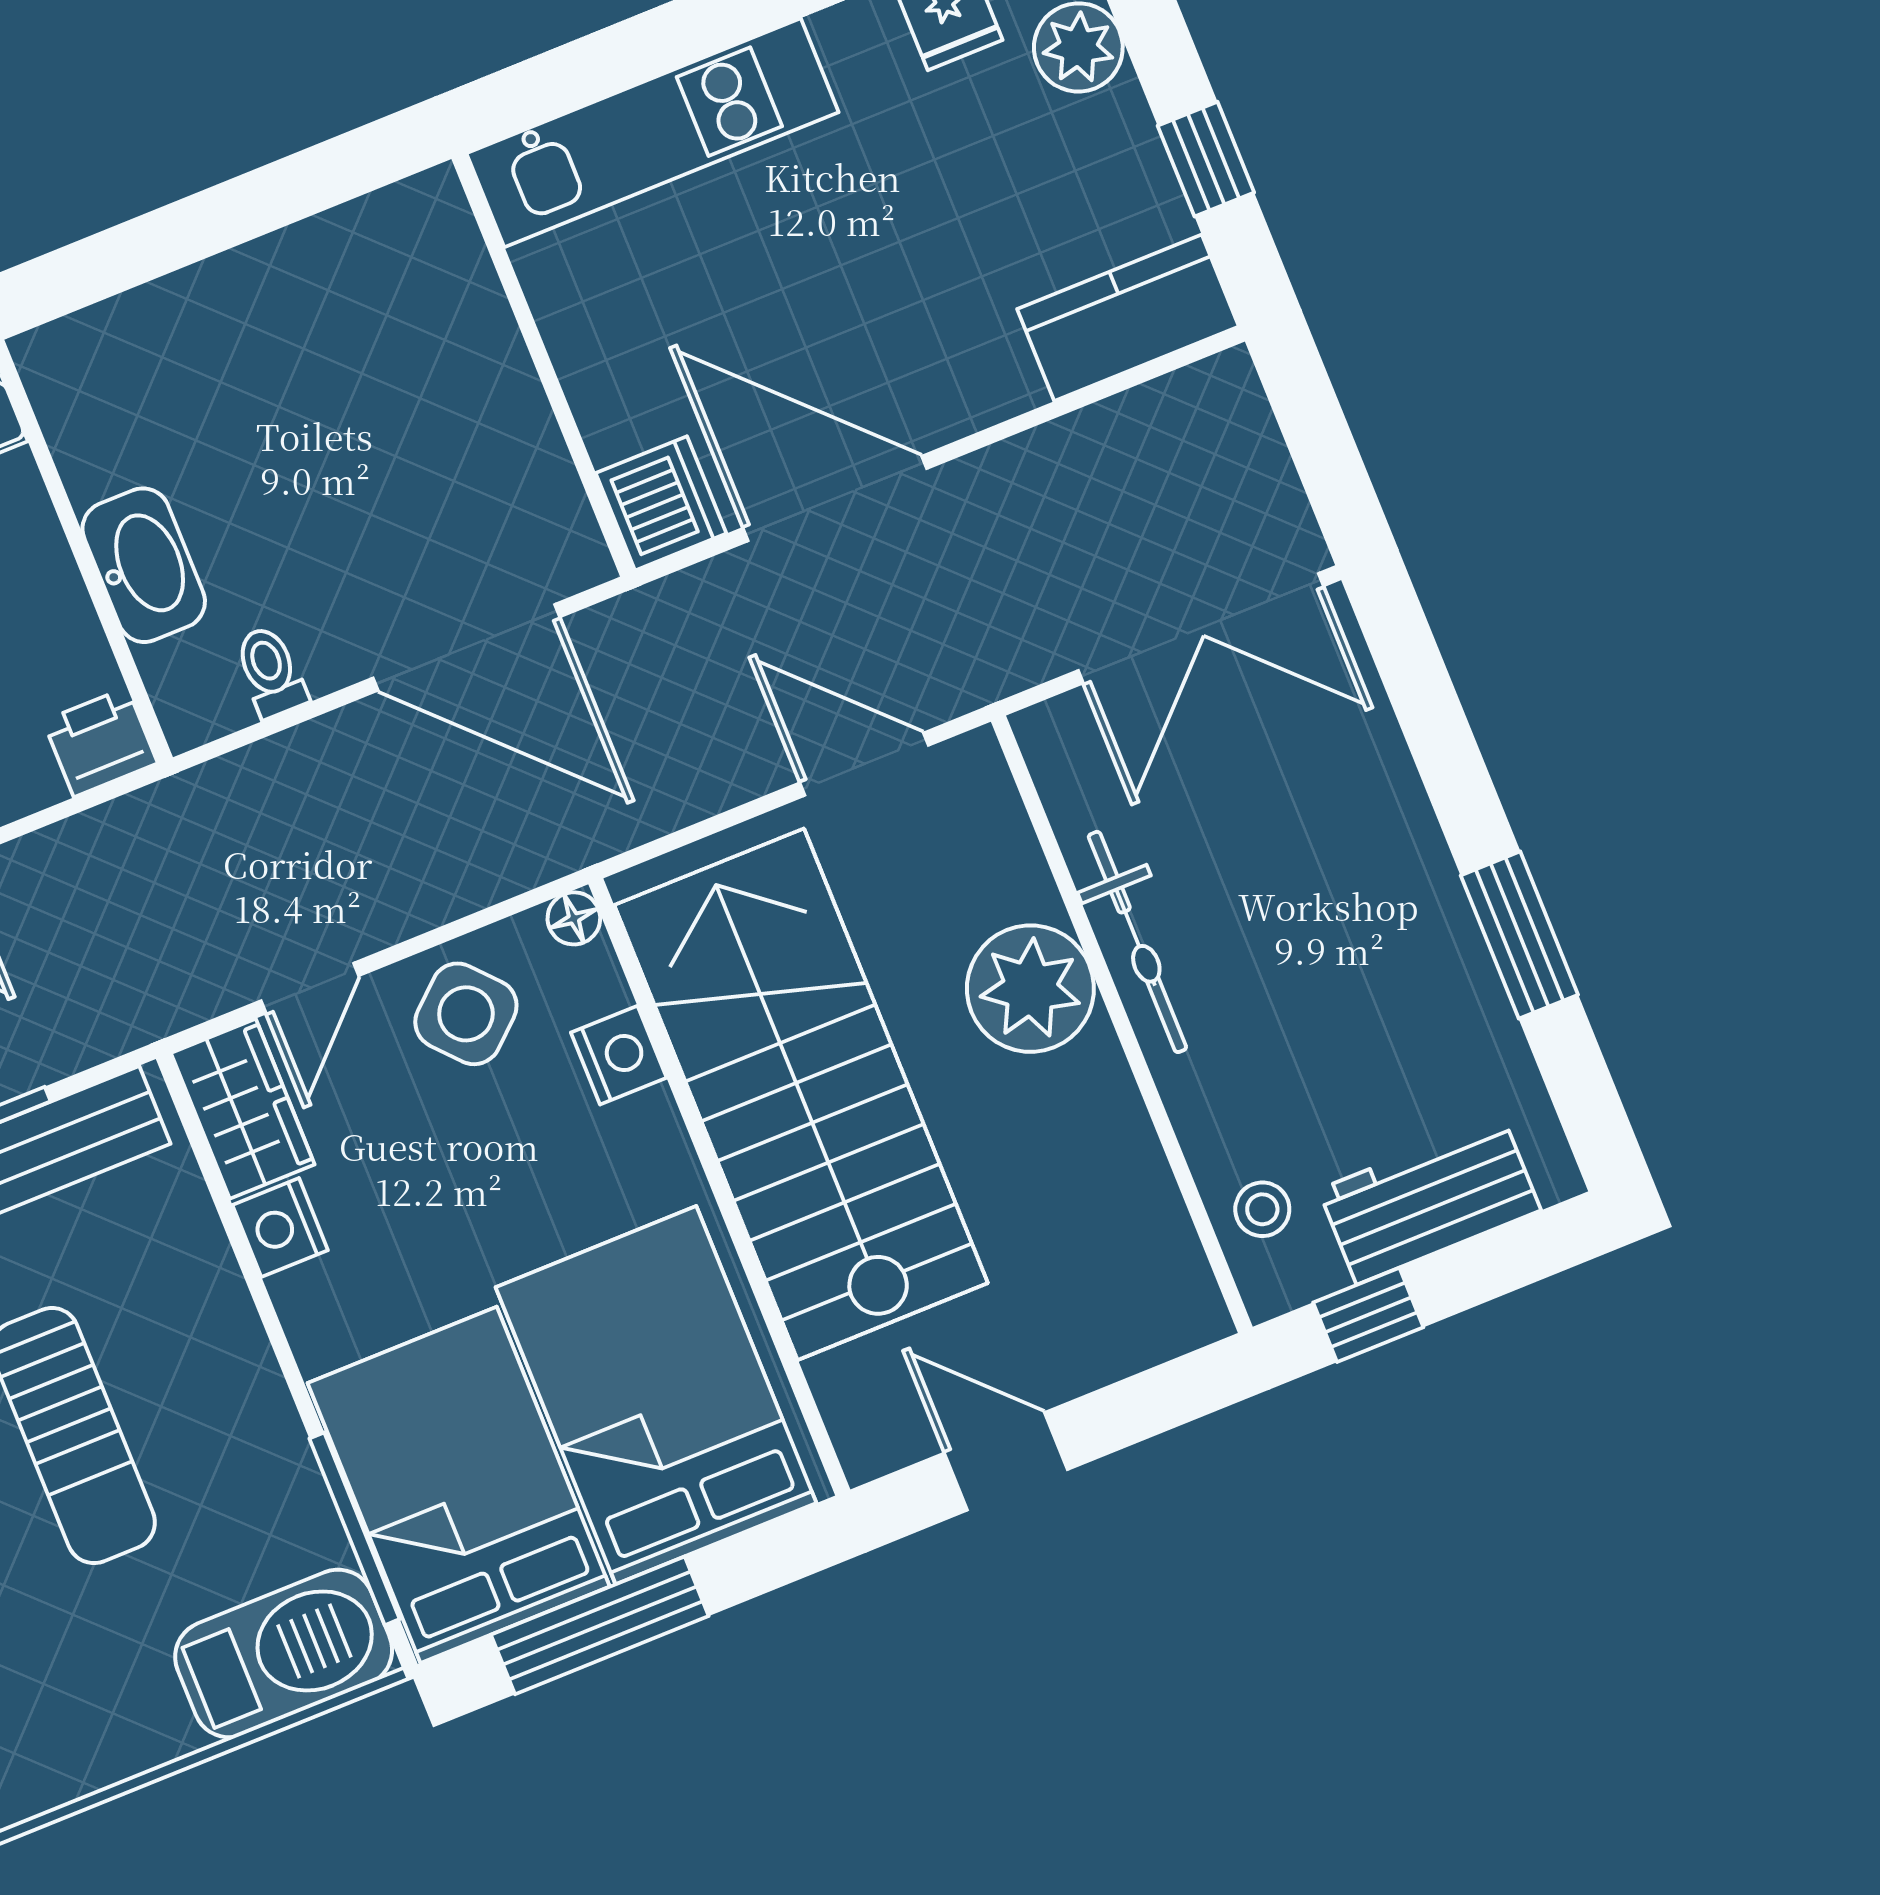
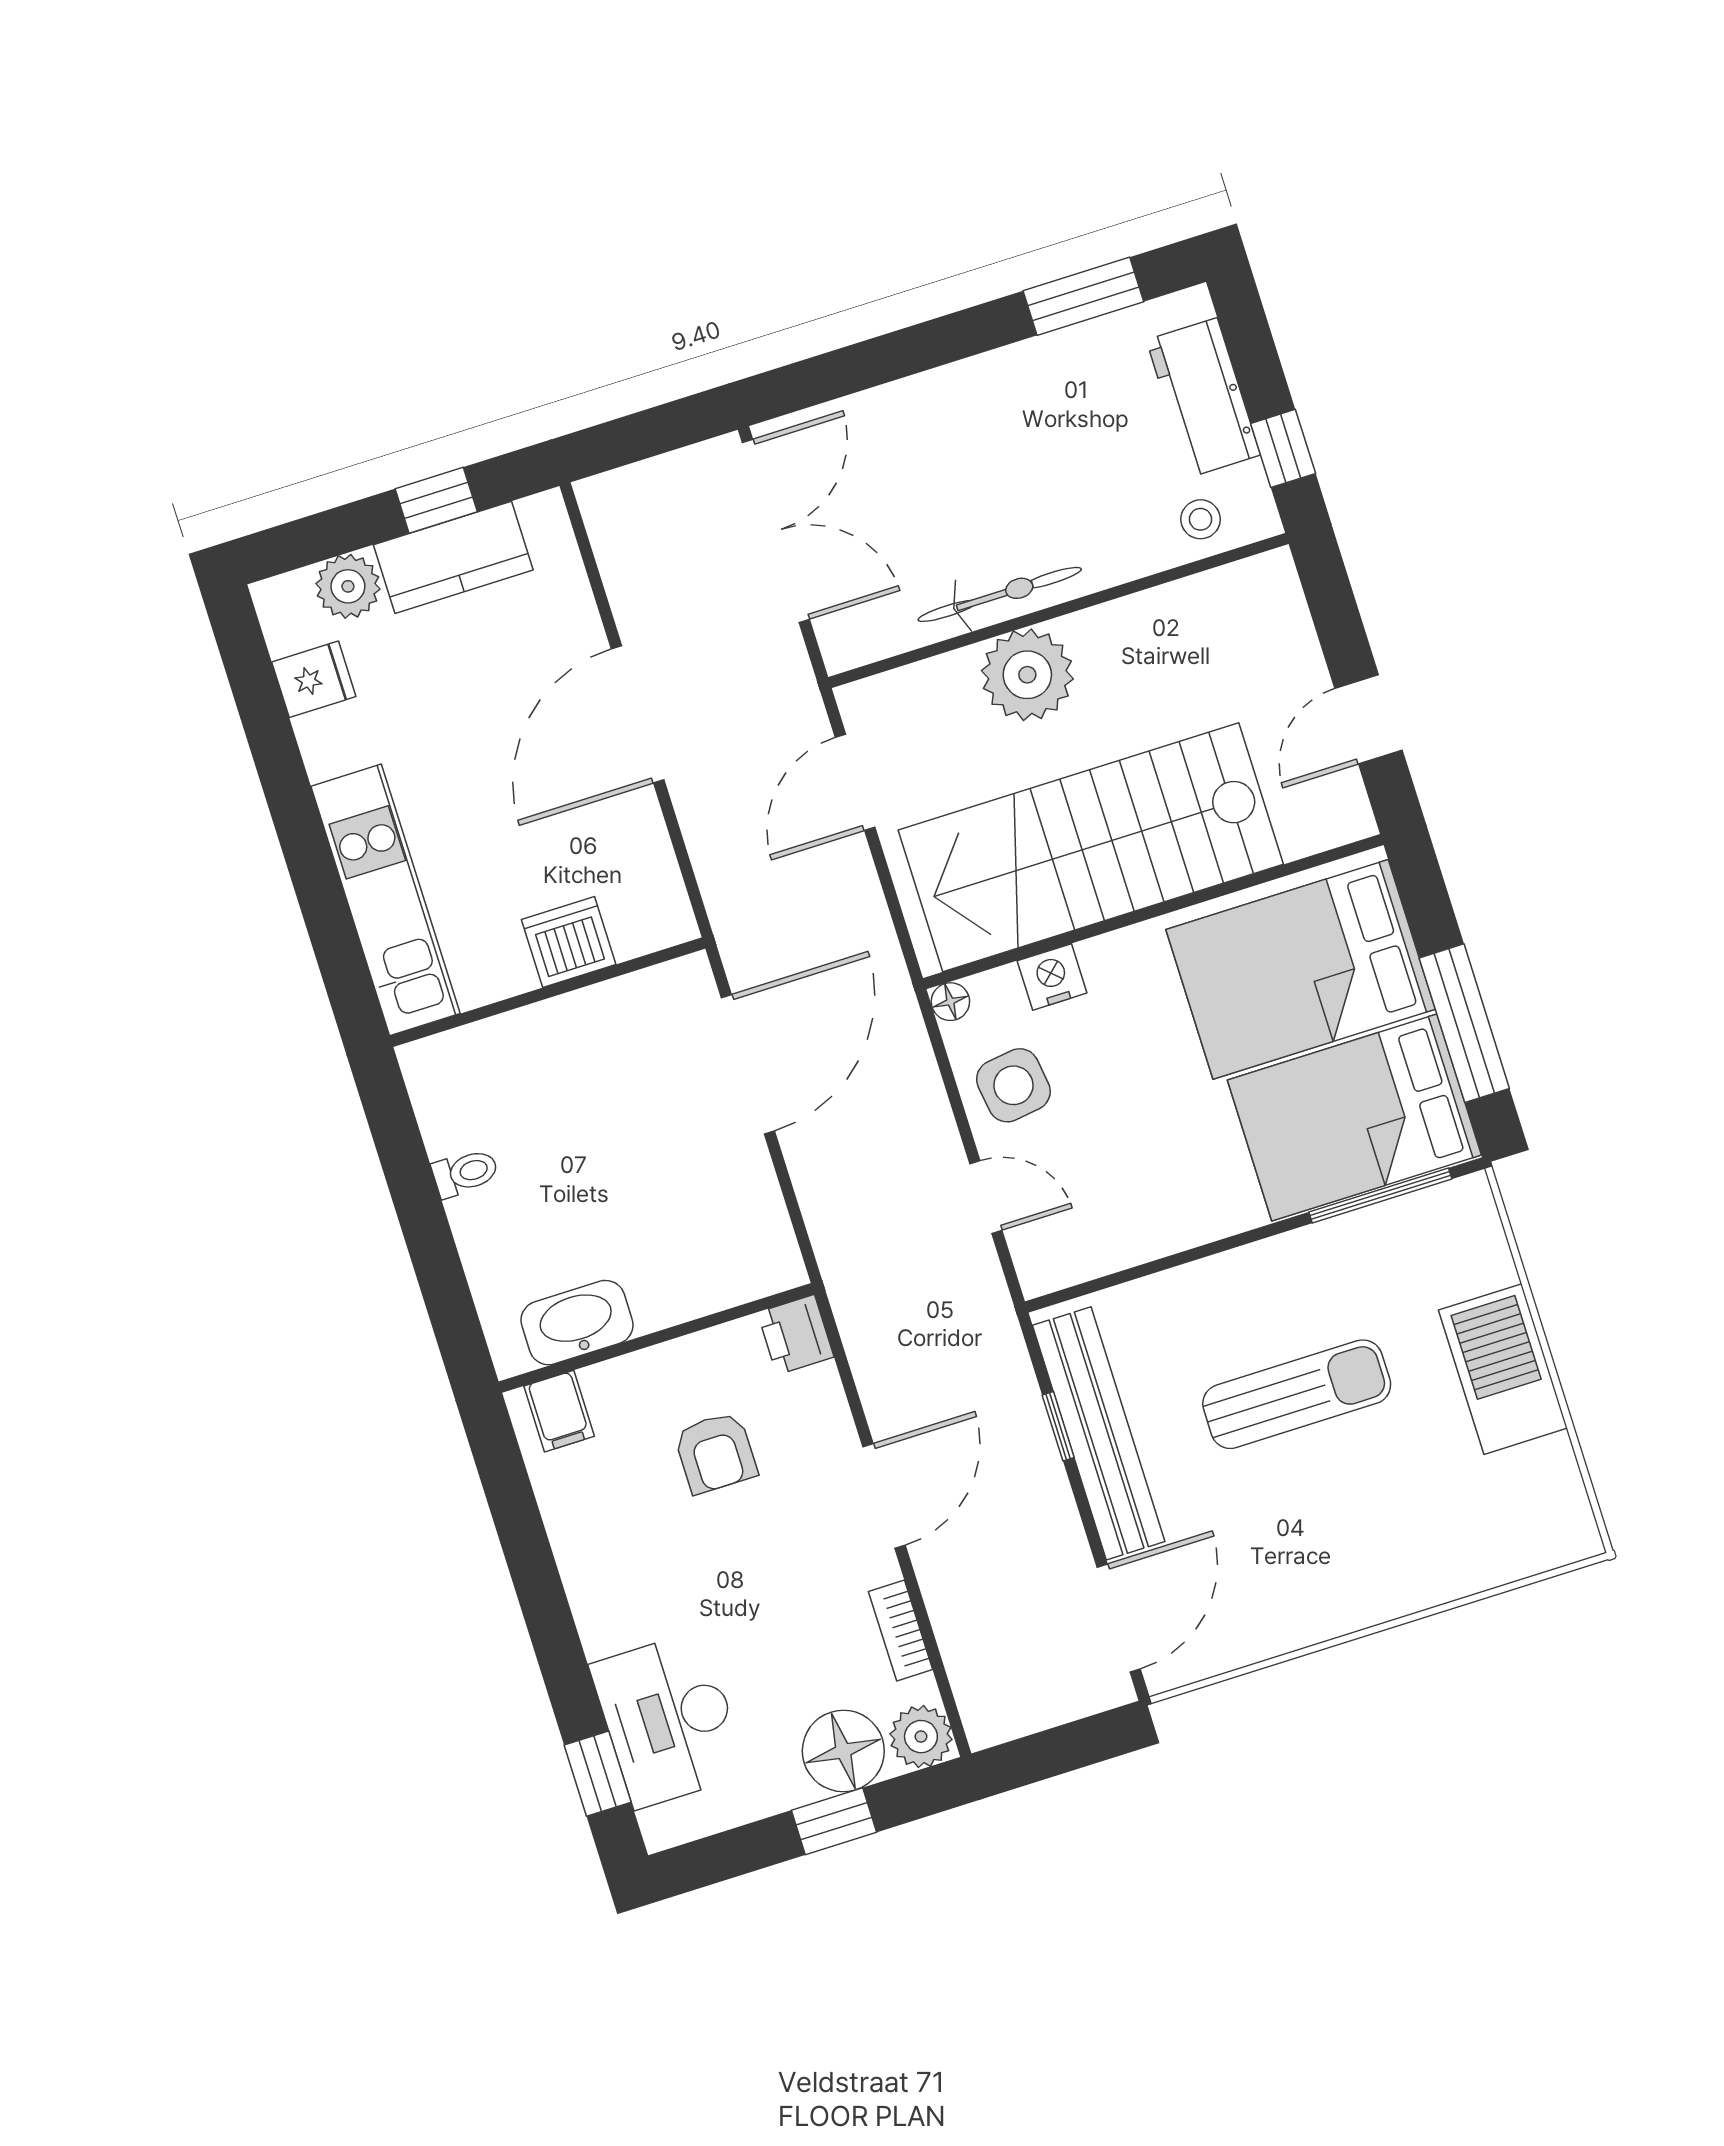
kitchen counter: (1128, 318) -> (453, 557), moved, turned -90
door: (835, 498) -> (638, 714), moved
dishwasher: (661, 503) -> (569, 942), moved
washbasin: (144, 565) -> (577, 1323), moved
toilet: (271, 672) -> (465, 1173), moved, turned 180
window: (1519, 935) -> (1083, 296), moved
side table: (466, 1014) -> (1013, 1085), turned 34
wardrobe: (243, 1109) -> (1070, 1253), removed
nightstand: (280, 1228) -> (1158, 1232), removed
barbecue: (284, 1654) -> (1503, 1369), moved

